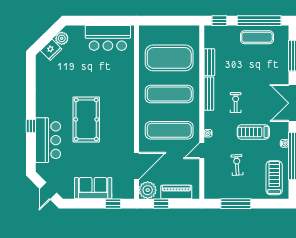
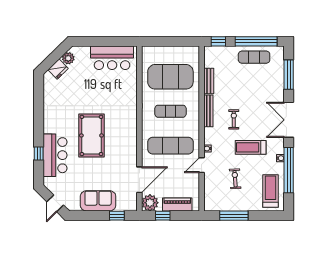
exercise mat: (169, 94) -> (170, 111), width x0.73, depth x0.69
window: (31, 126) -> (39, 153), moved

